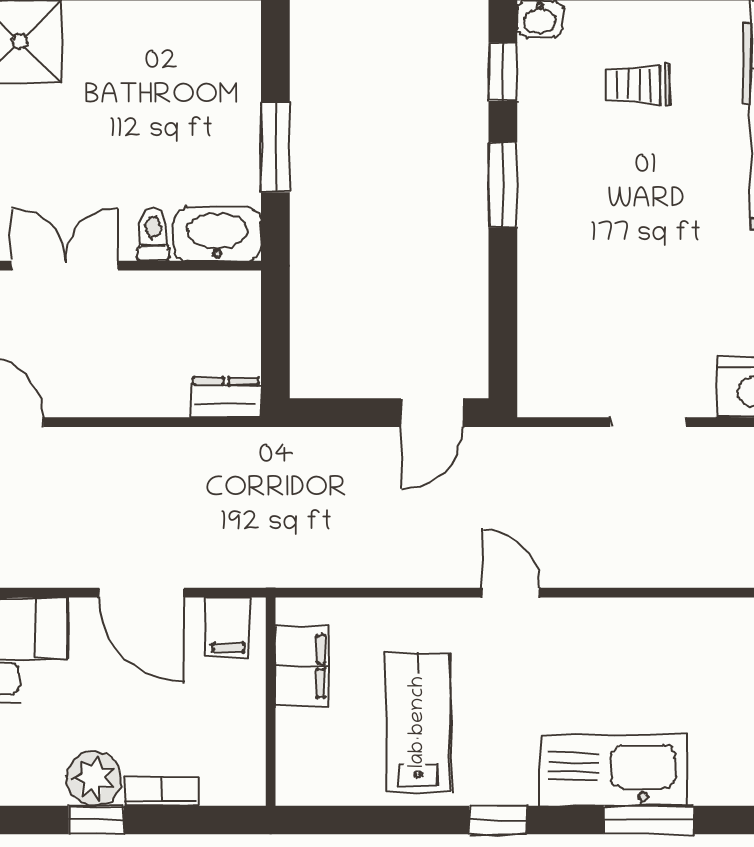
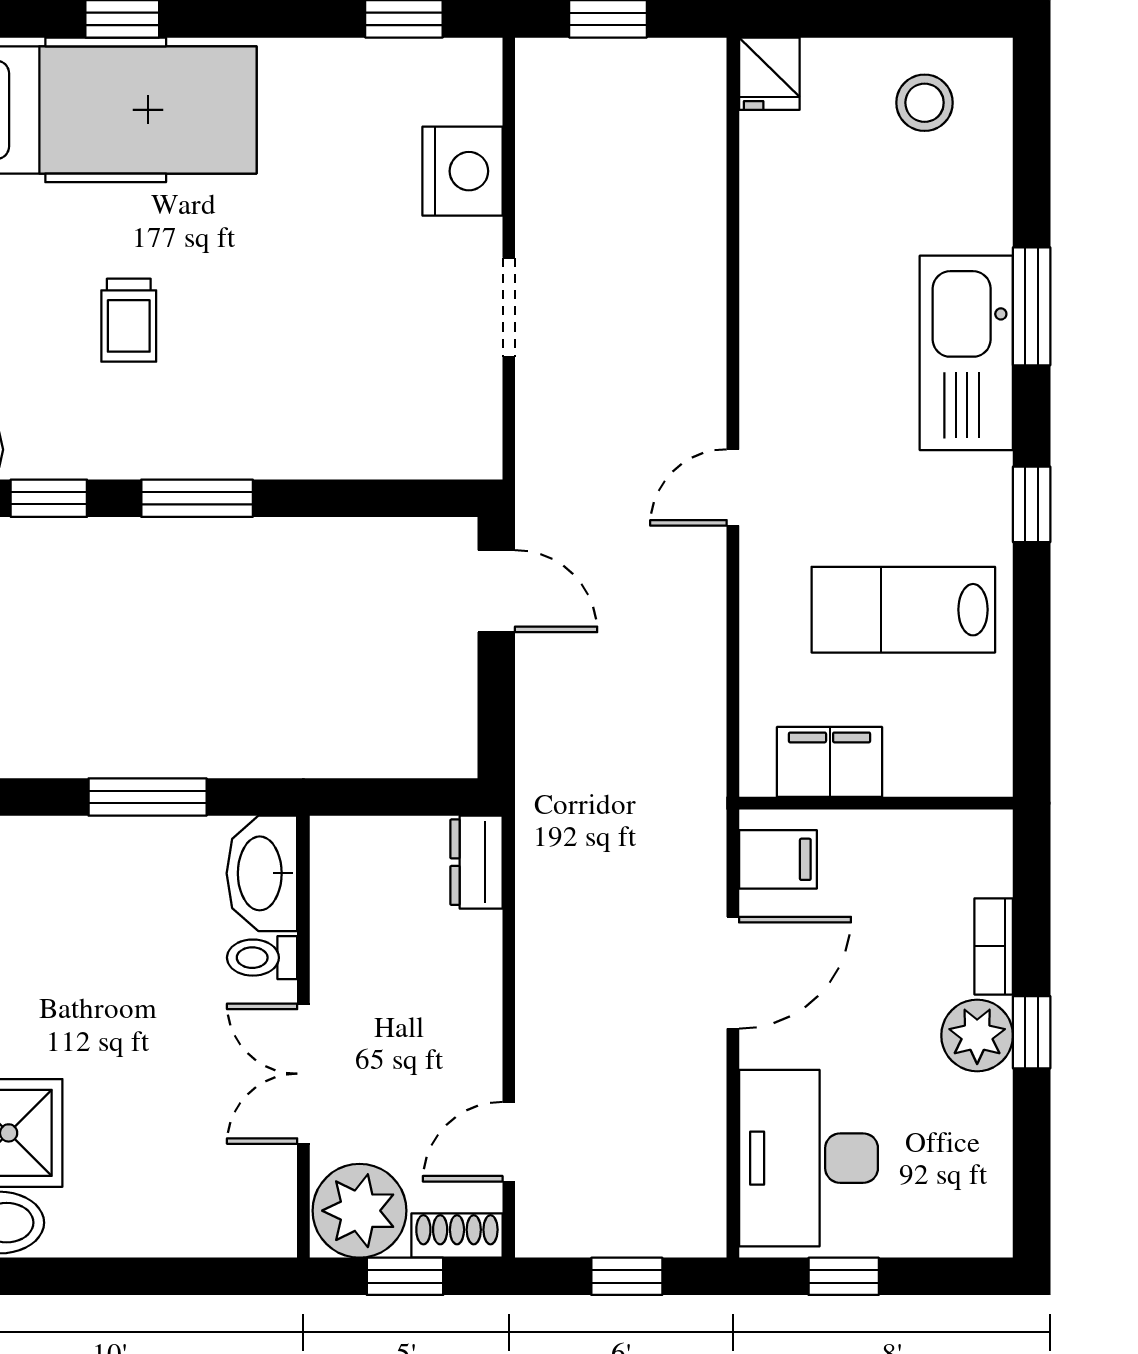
trolley: (638, 85) -> (129, 320), moved

